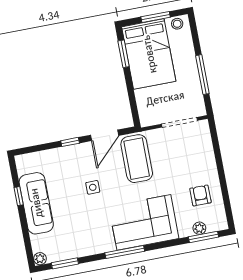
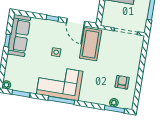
door: (105, 135) -> (76, 22), hinge flipped
sofa: (36, 203) -> (19, 35), moved
corner sofa: (144, 222) -> (60, 83), moved

